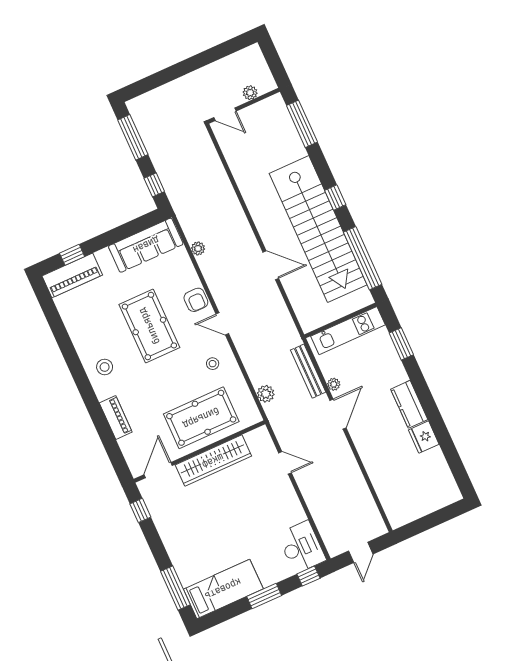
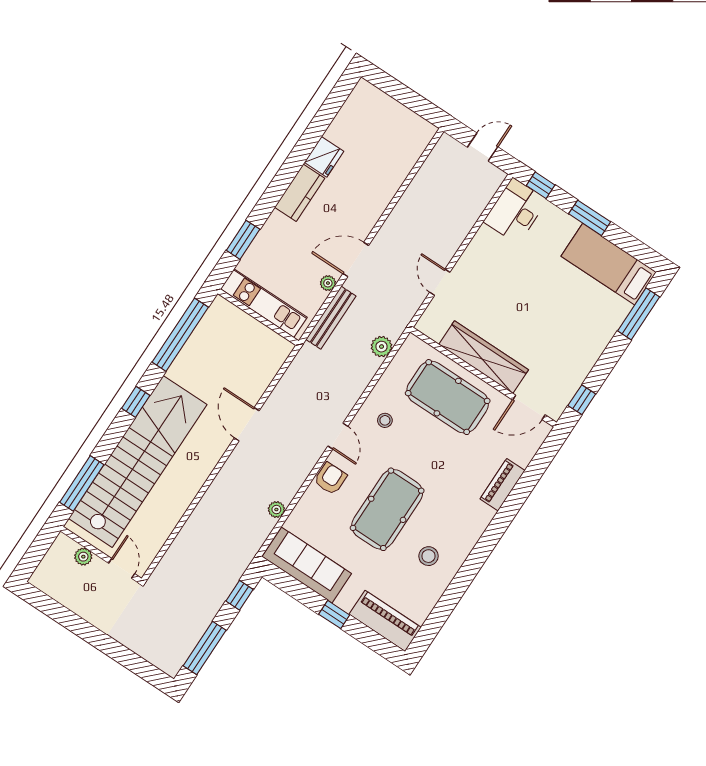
stairs: (318, 229) -> (138, 461), moved
window: (72, 255) -> (334, 615), moved
stool: (105, 367) -> (428, 556), moved

